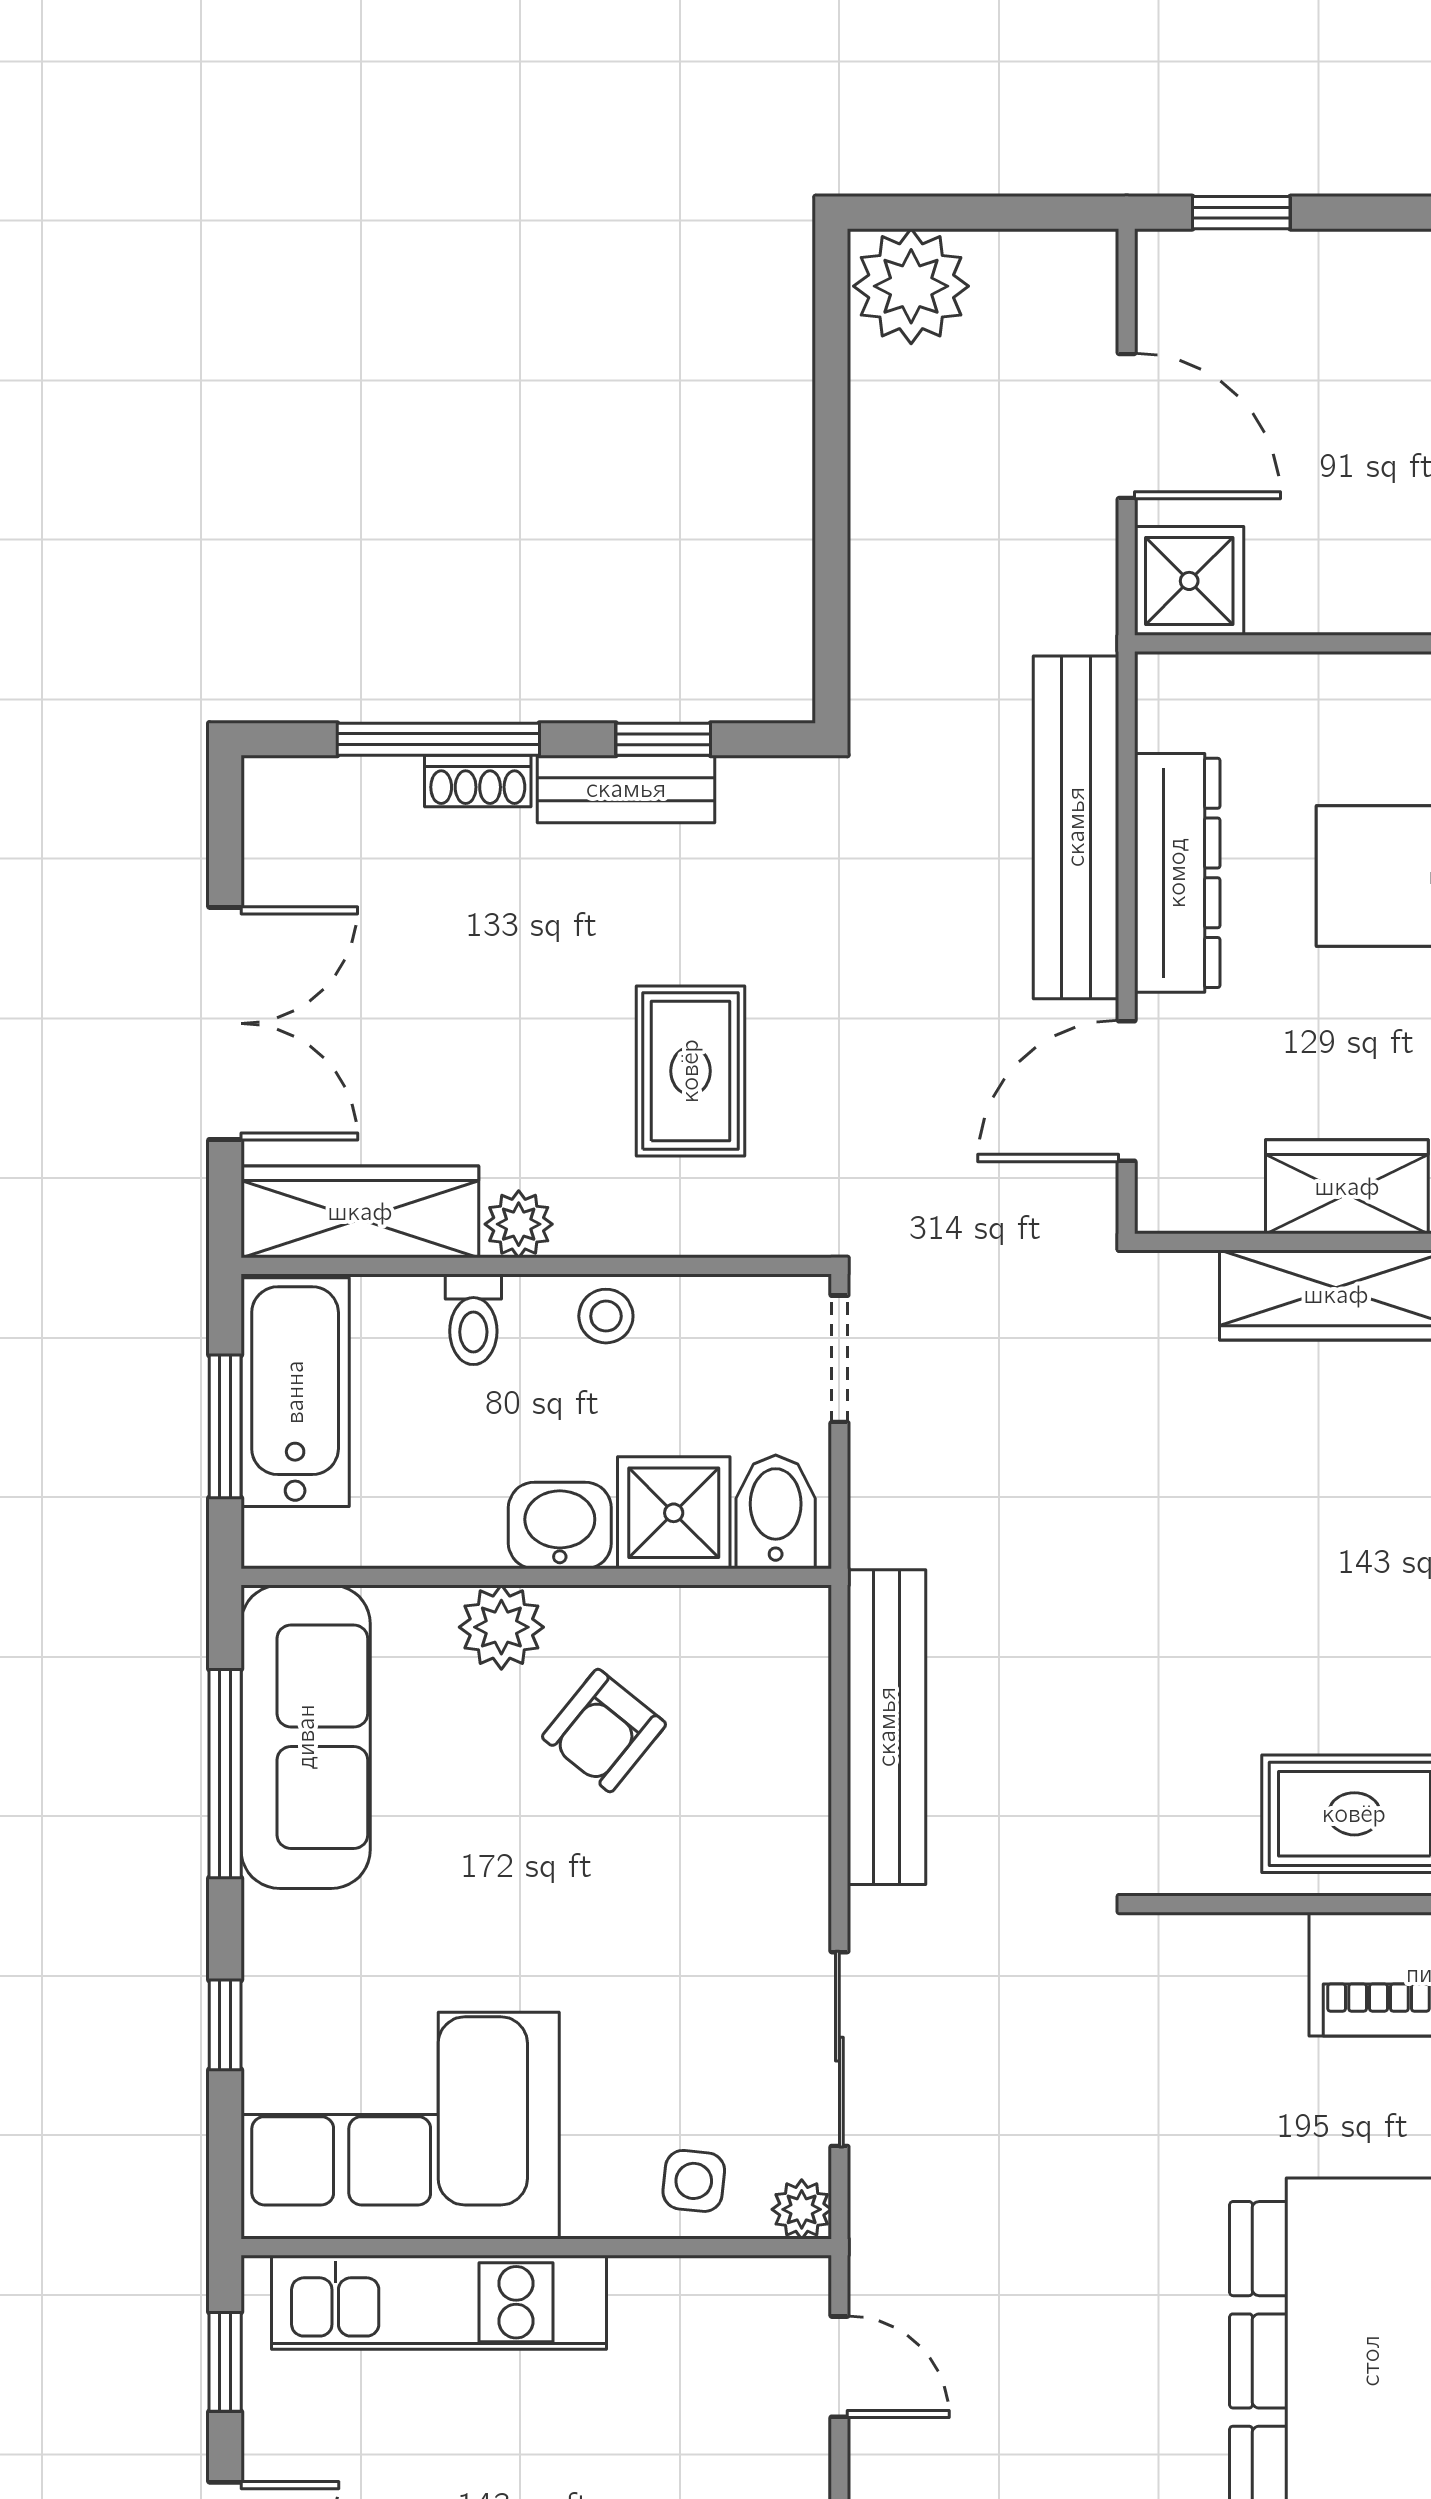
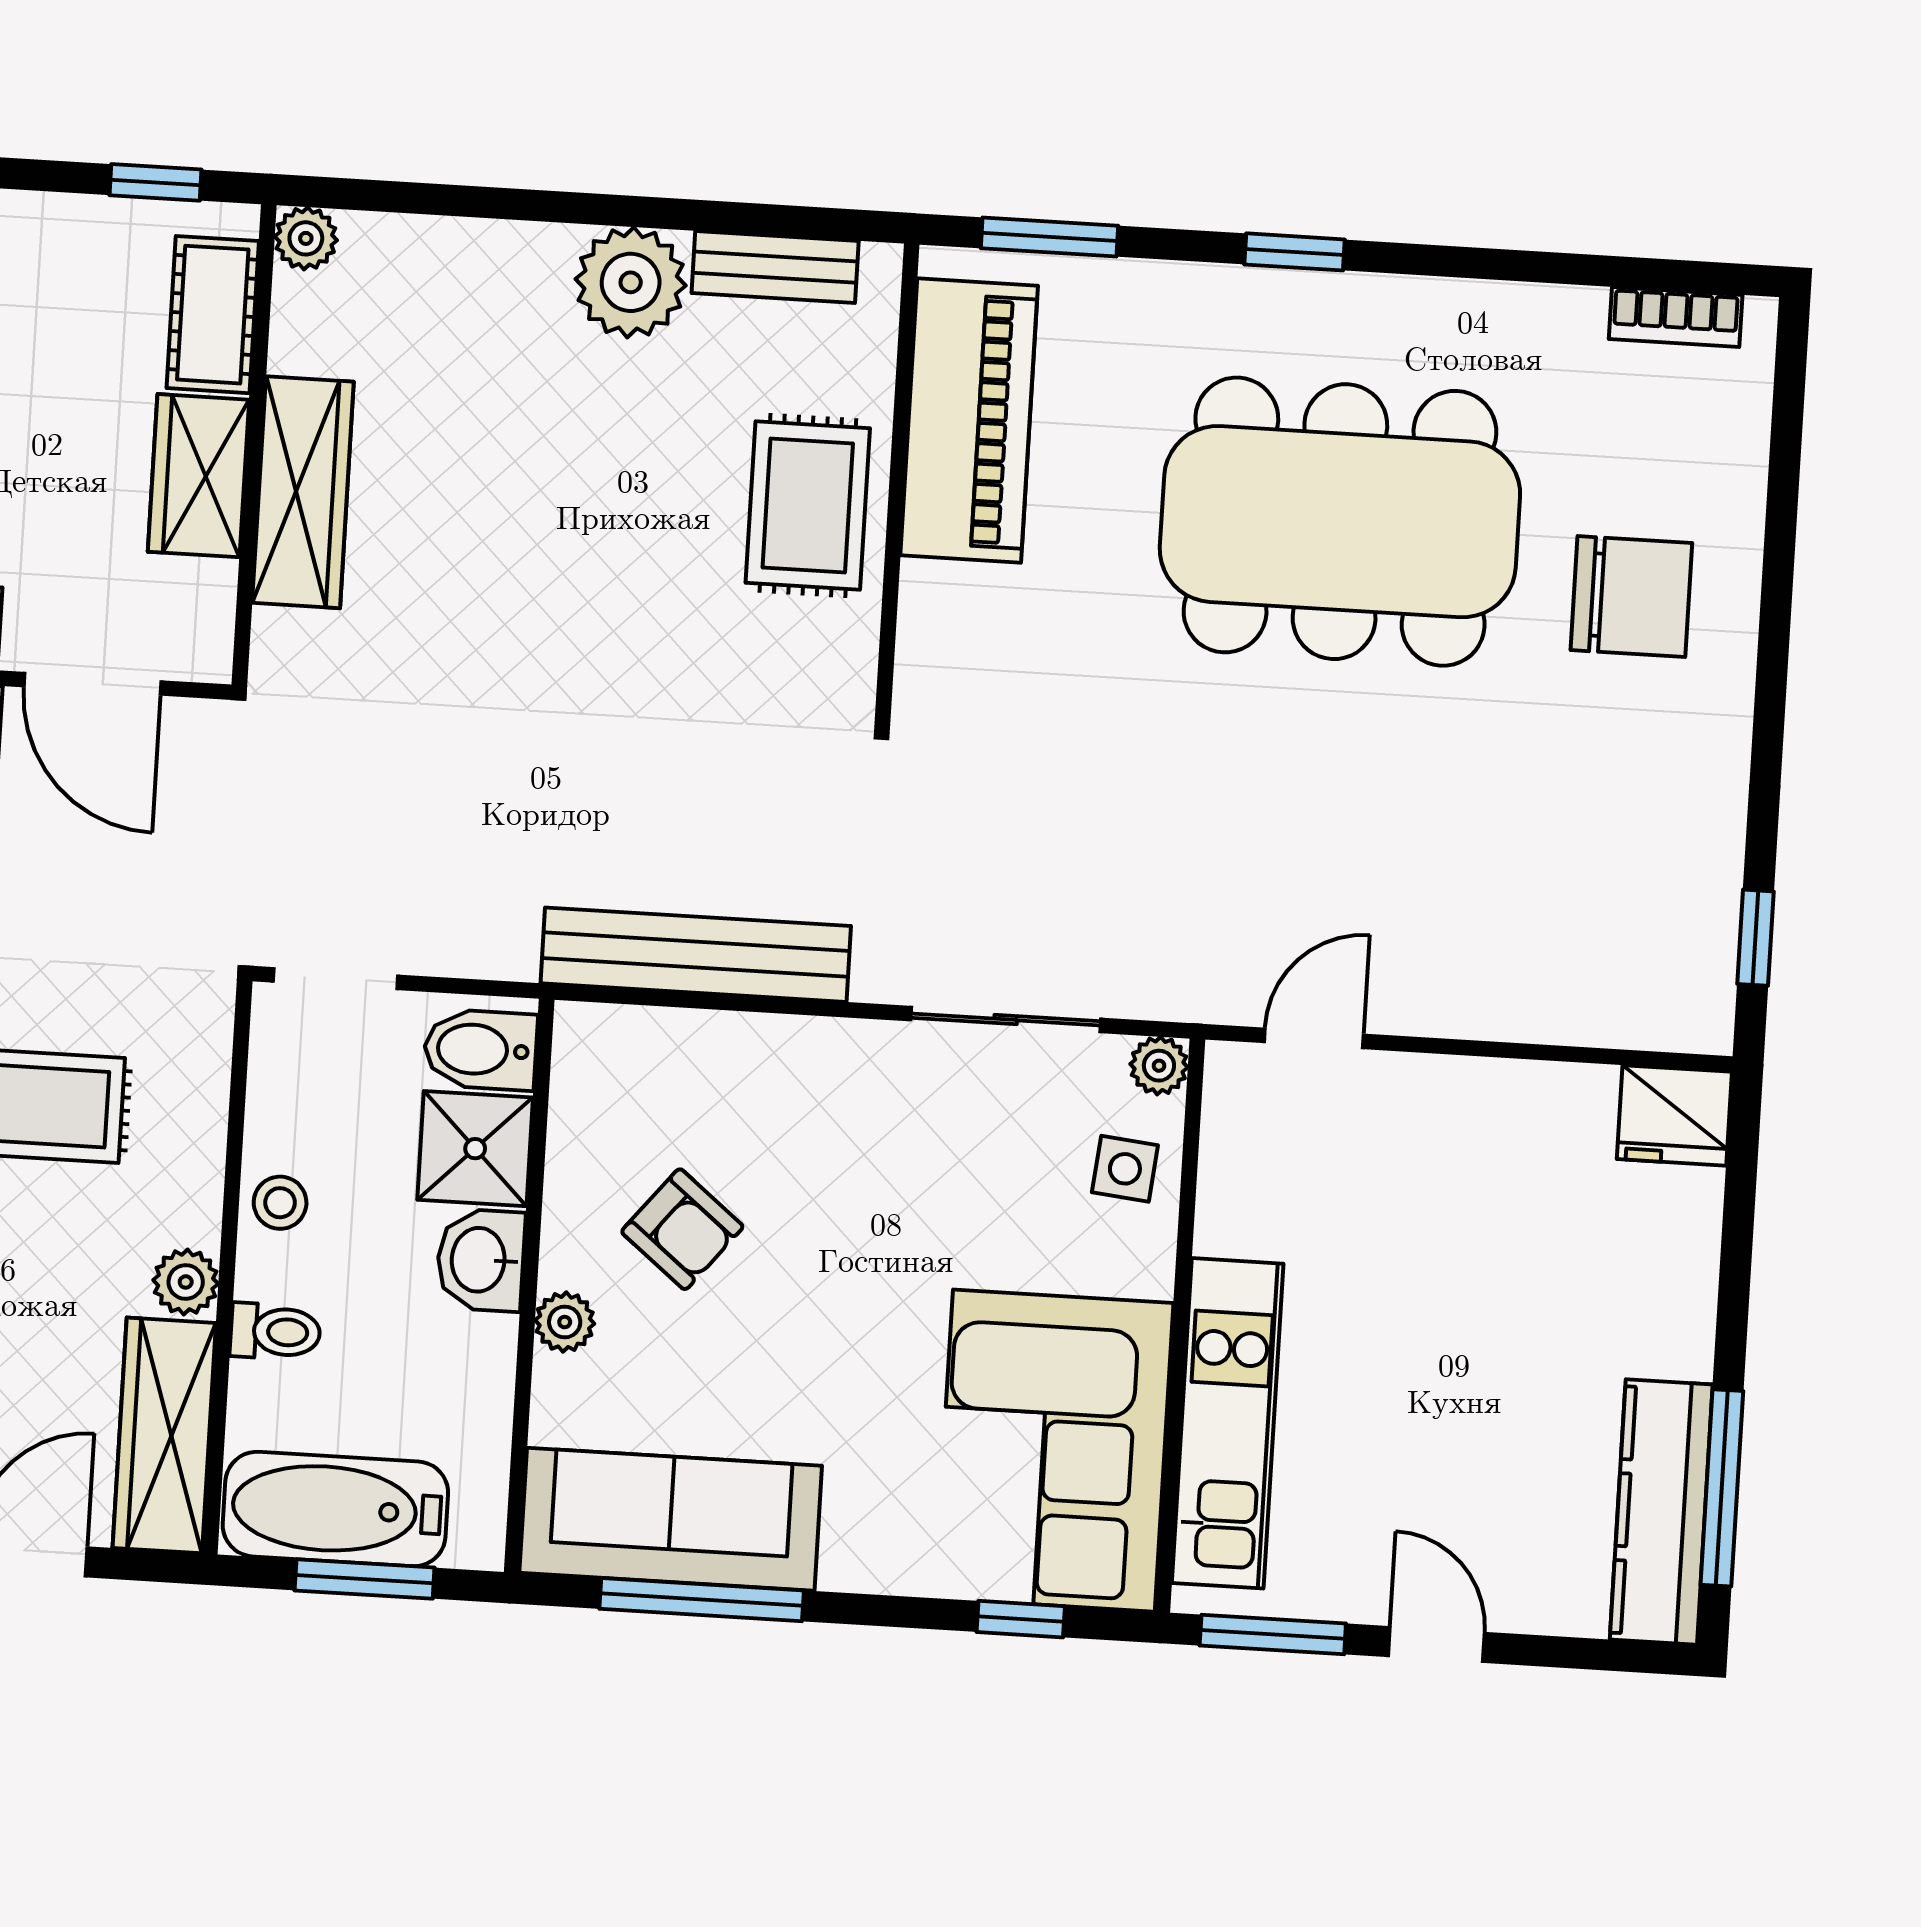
plant: (501, 1627) -> (565, 1322), width x0.73, depth x0.73
window: (225, 2025) -> (1021, 1619), moved
window: (225, 2362) -> (1273, 1635), width x1.50

